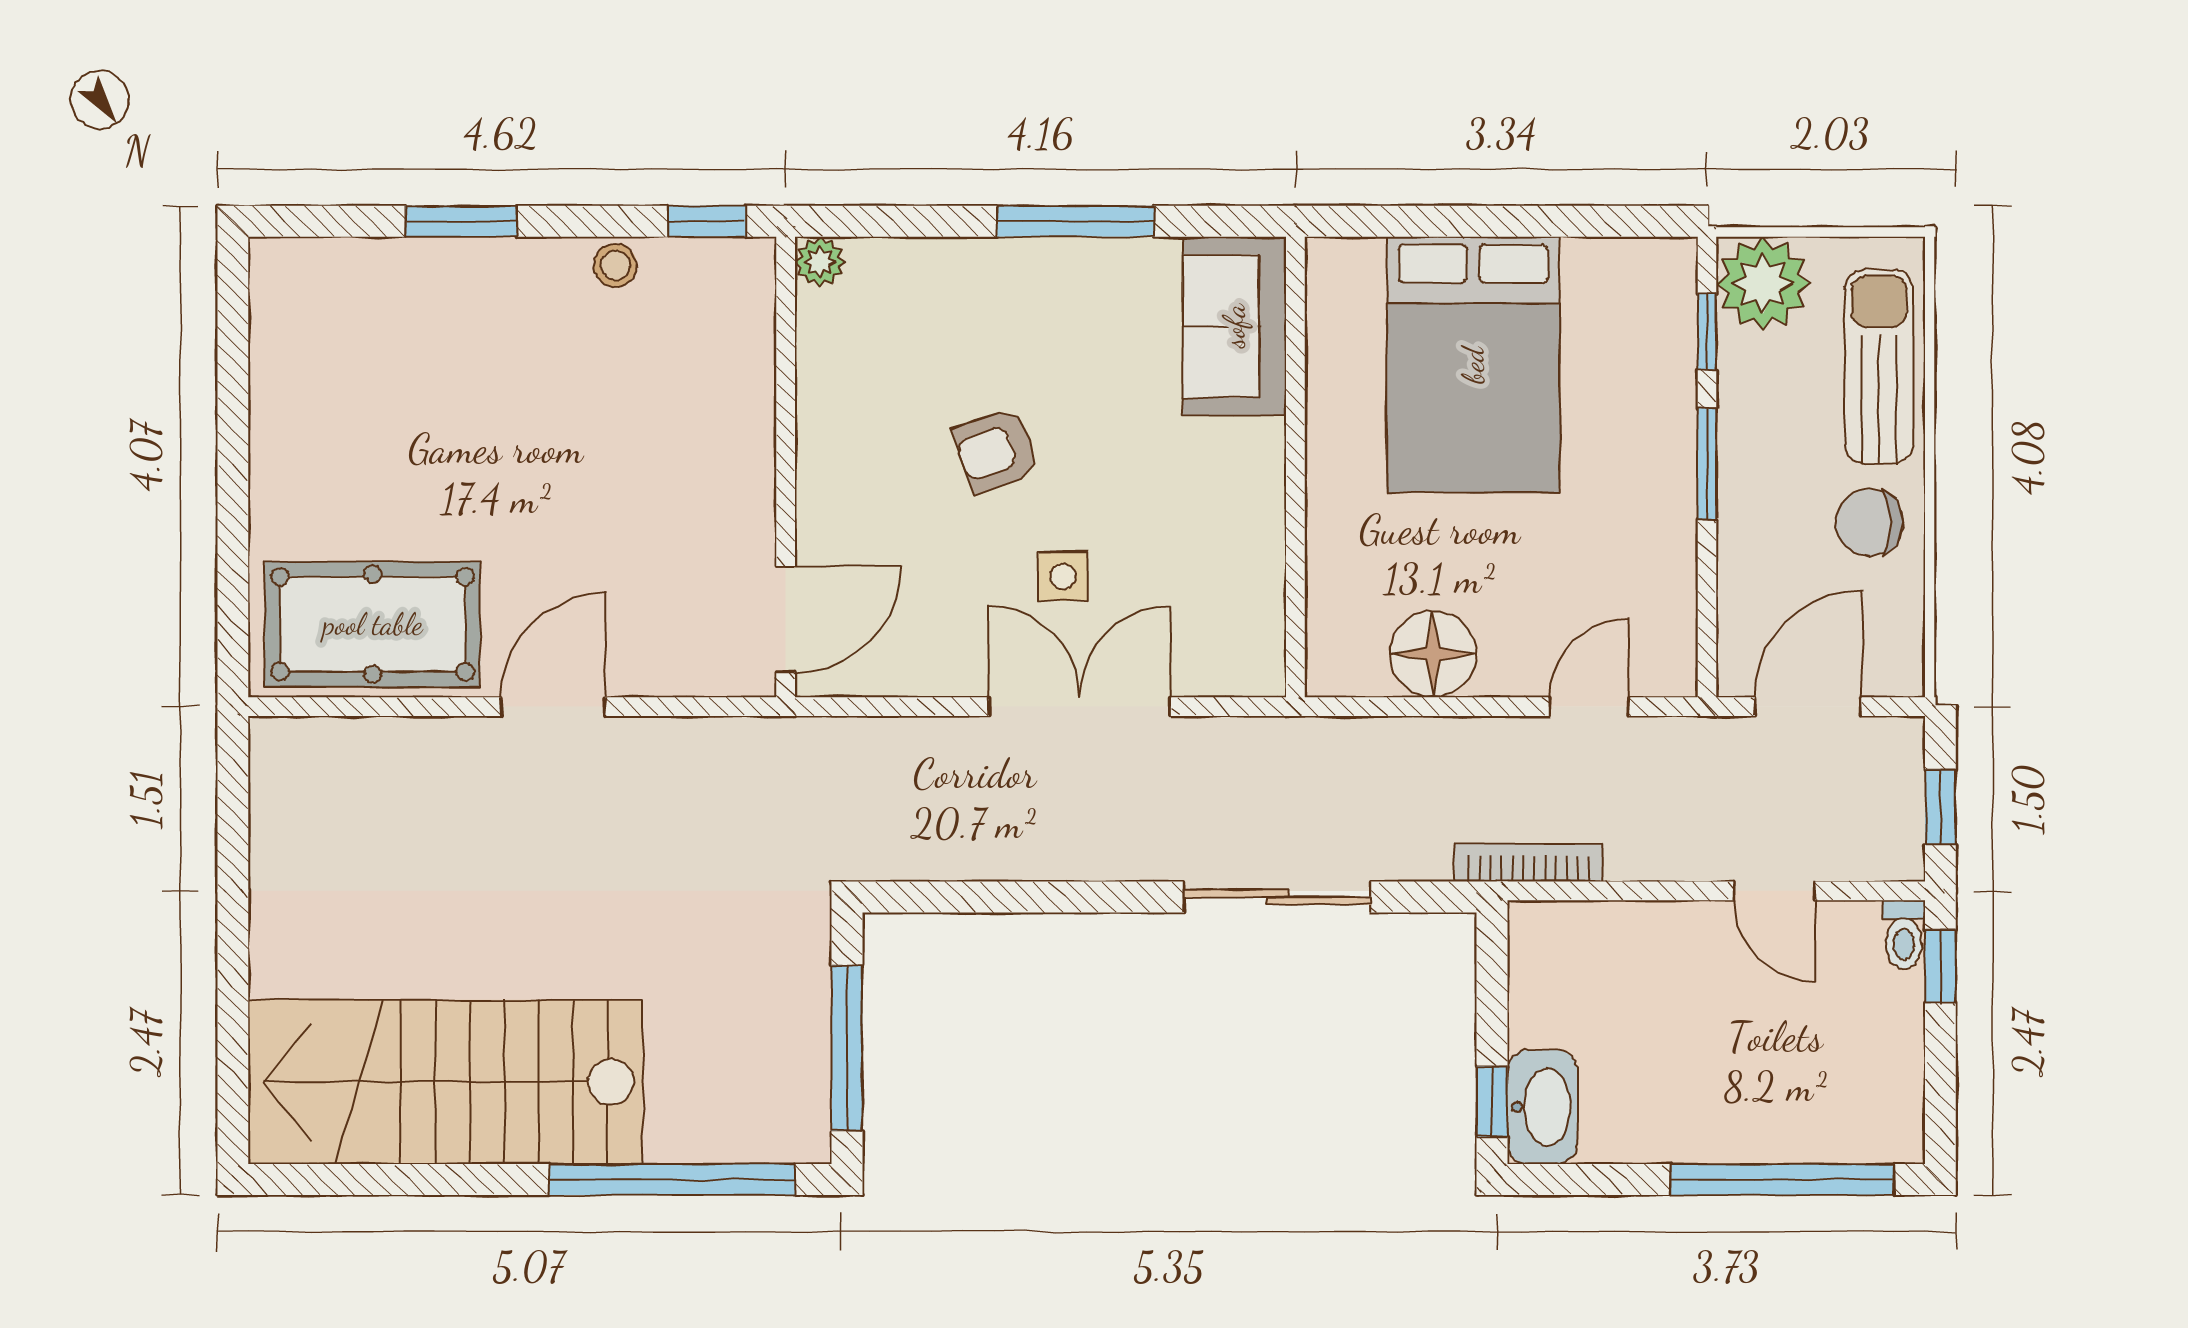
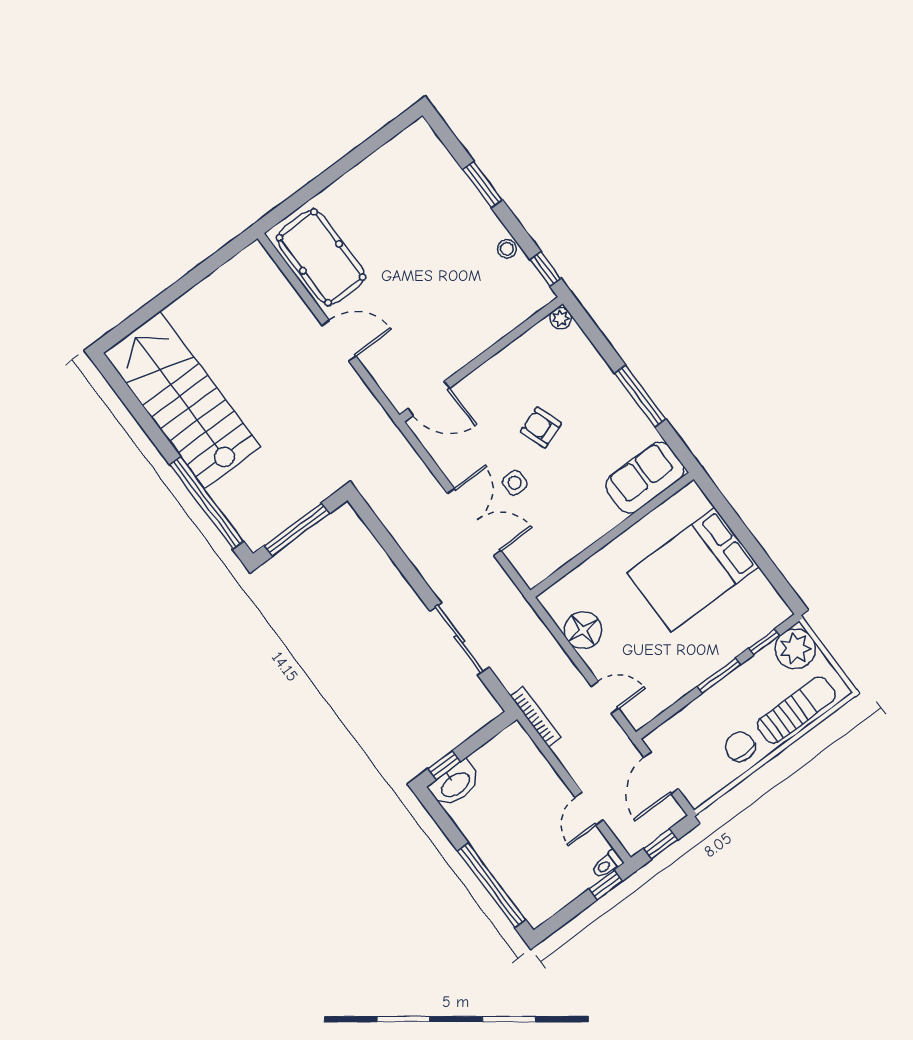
door: (1808, 707) -> (661, 773), swing flipped

